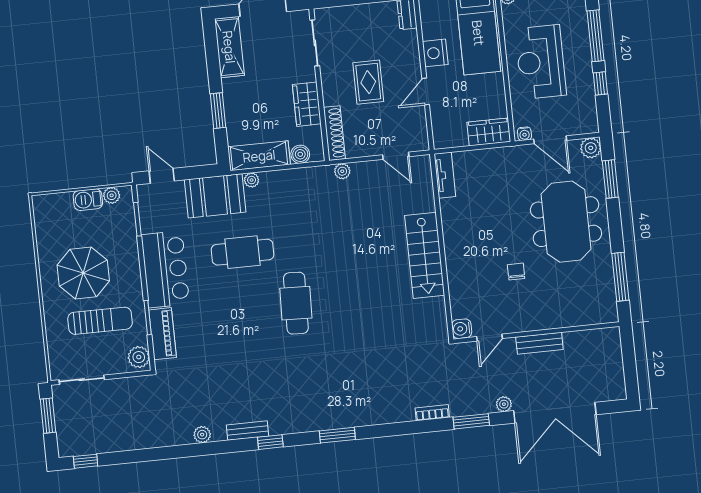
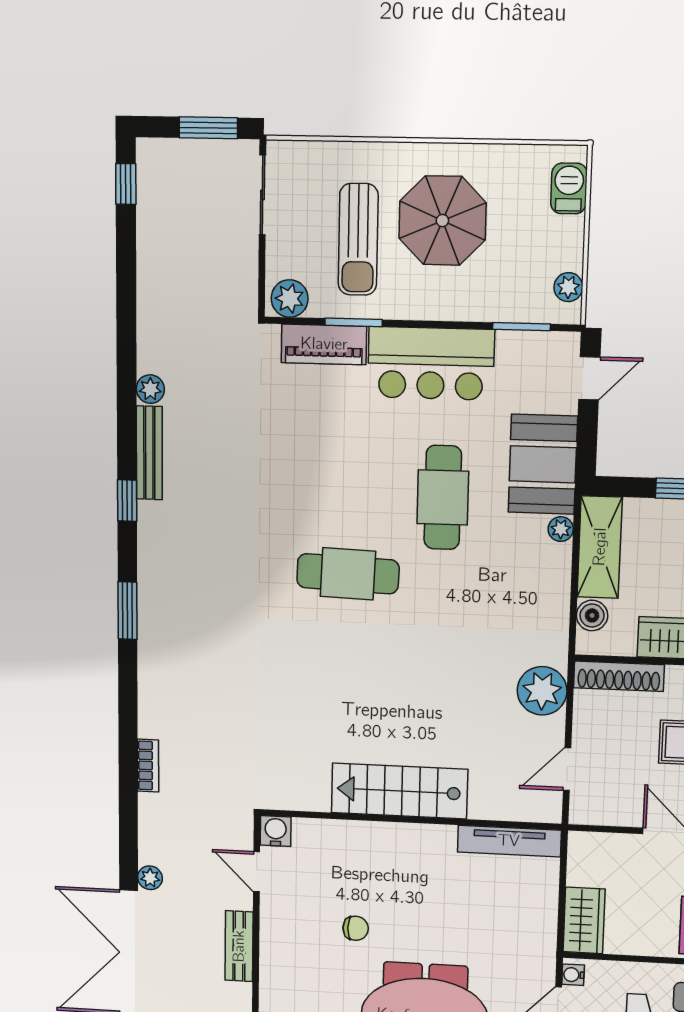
plant: (342, 171) -> (542, 691), width x1.87, depth x1.87
tv unit: (445, 175) -> (509, 841), width x1.41
barbecue: (88, 200) -> (569, 188), moved
window: (471, 421) -> (128, 824), removed
bench: (247, 431) -> (149, 453), width x1.36

